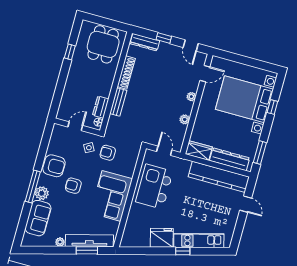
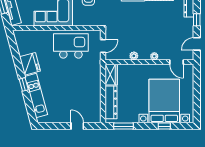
kitchen counter: (219, 177) -> (94, 97), removed
door: (246, 204) -> (77, 126), swing flipped

